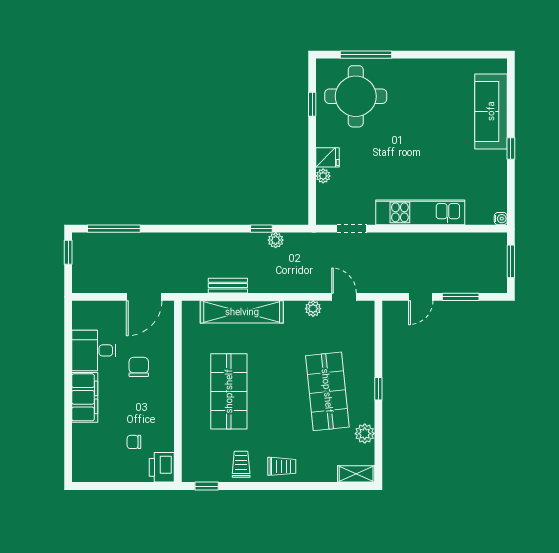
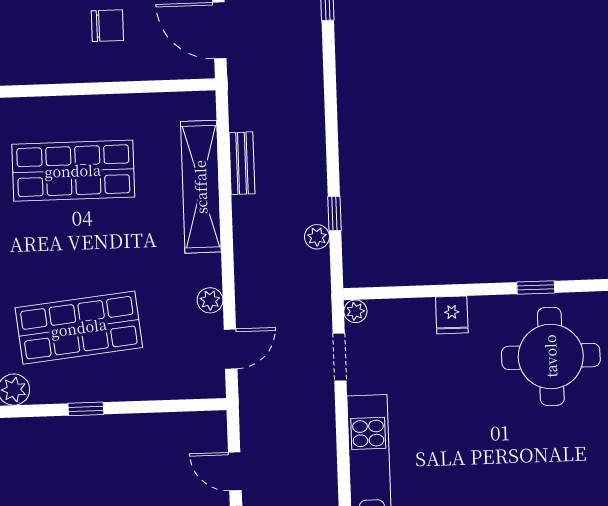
plant: (323, 176) -> (355, 311), moved

